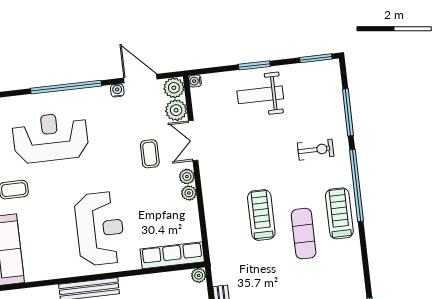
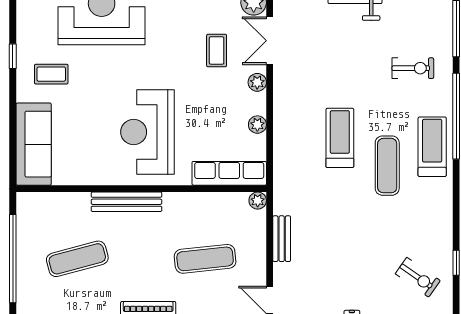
plant: (189, 193) -> (257, 125), moved
reception desk: (100, 229) -> (148, 132), turned 180

